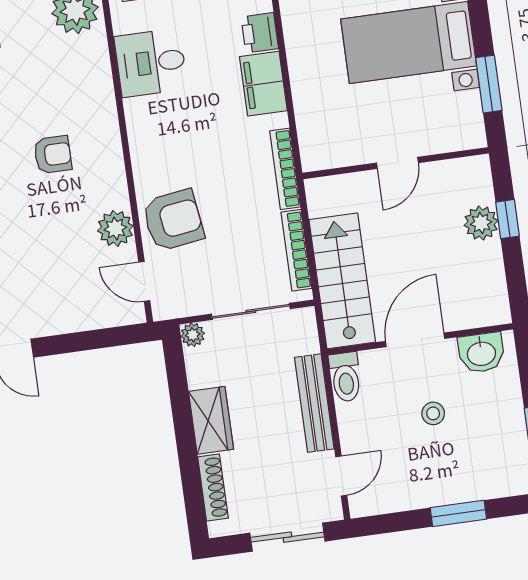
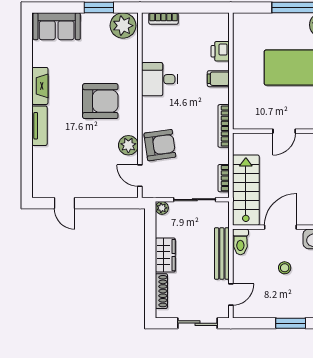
desk: (151, 63) -> (160, 79), moved
filing cabinet: (263, 84) -> (218, 79), width x0.50
armchair: (53, 155) -> (100, 101), width x1.88, depth x1.88
bookcase: (296, 250) -> (224, 178), width x0.64

